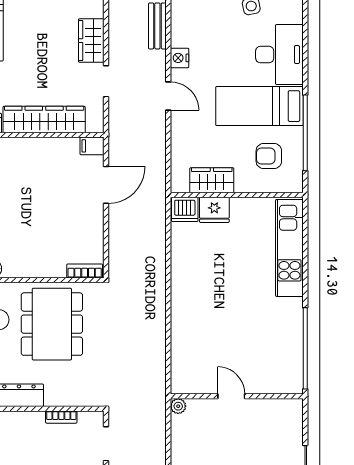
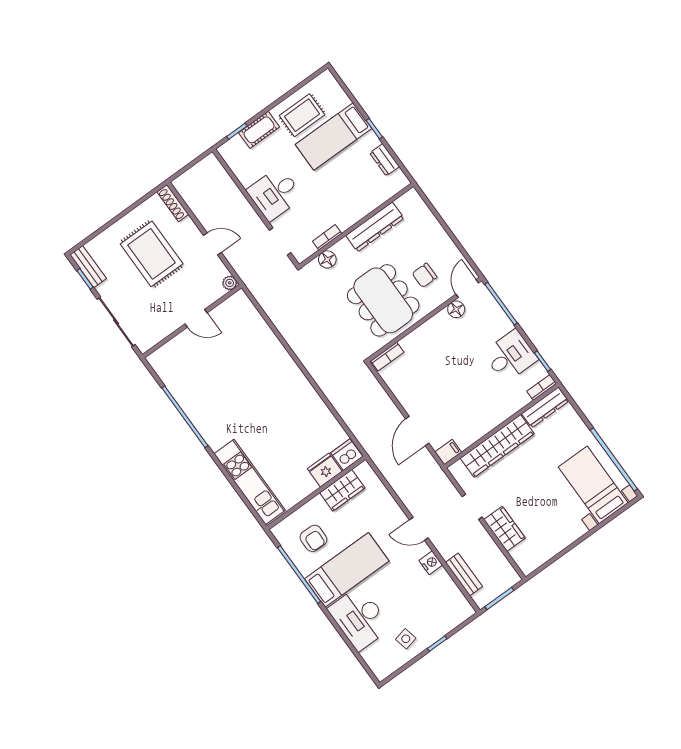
armchair: (269, 156) -> (313, 538), turned 91
door: (231, 396) -> (196, 318), moved
wall: (237, 396) -> (192, 321), moved
floor lamp: (75, 397) -> (327, 259), added
plant: (178, 406) -> (230, 283), moved

